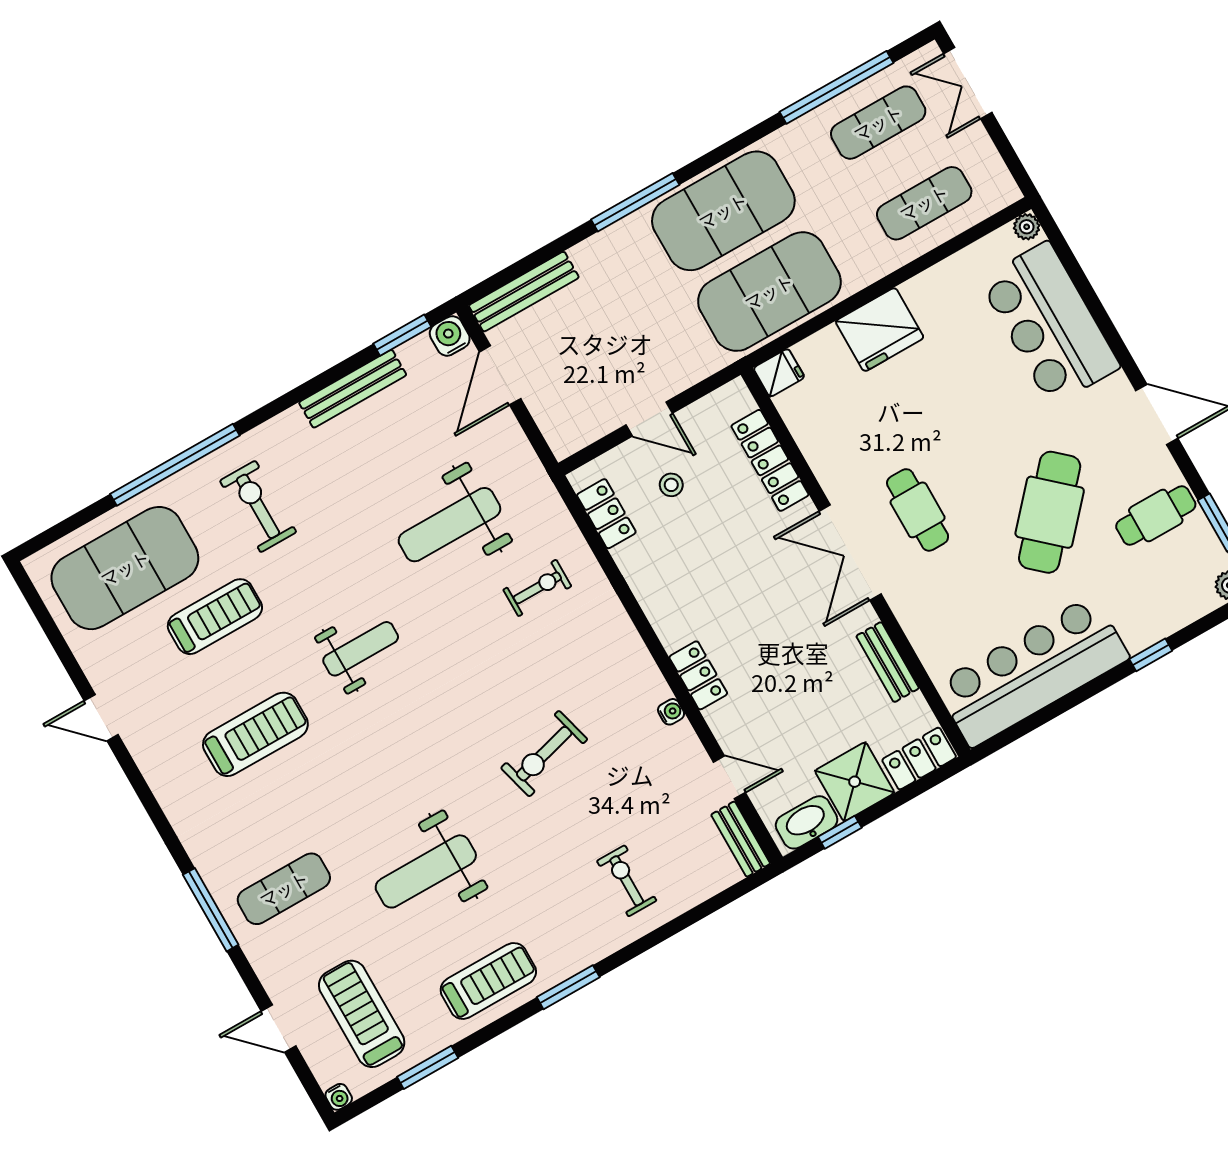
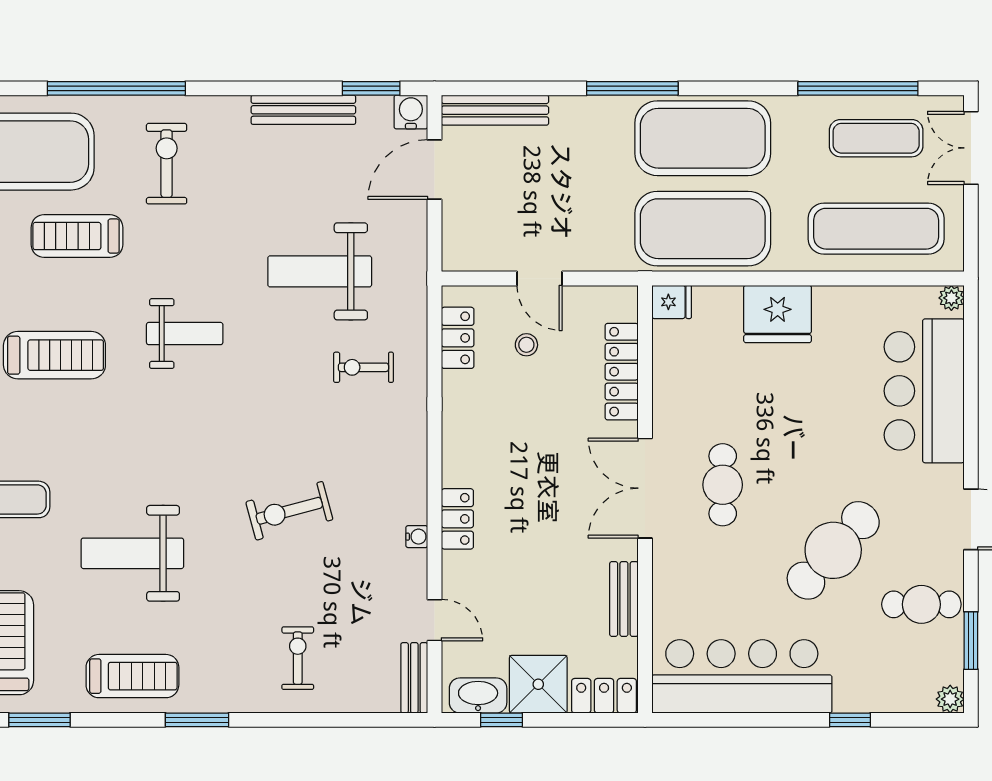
exercise mat: (924, 203) -> (876, 229), width x1.36, depth x1.45
exercise bike: (537, 588) -> (363, 367), turned 180
treadmill: (215, 617) -> (77, 236), turned 180

